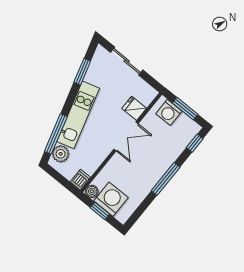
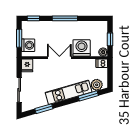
fridge: (134, 108) -> (27, 65), moved
window: (56, 134) -> (88, 96), width x0.69
washing machine: (111, 199) -> (82, 48), moved, turned 90

